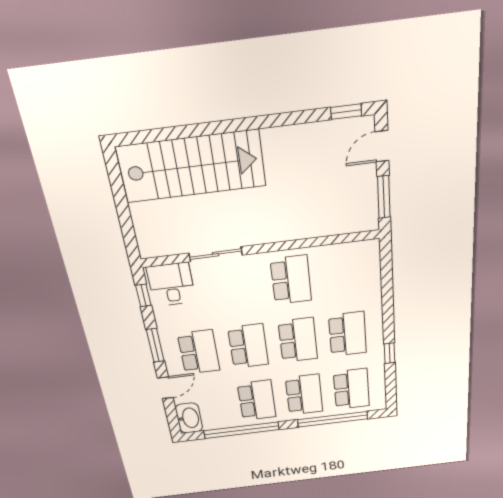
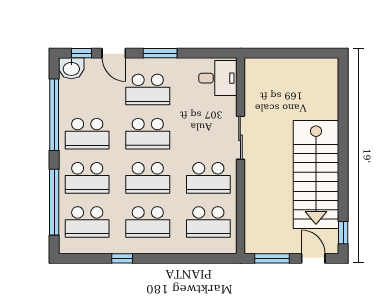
stairs: (192, 166) -> (316, 174), moved
sliding door: (216, 254) -> (240, 138), moved
school desk: (343, 273) -> (208, 222), added
window: (143, 295) -> (82, 53), moved
washbasin: (189, 418) -> (71, 68), width x0.72

